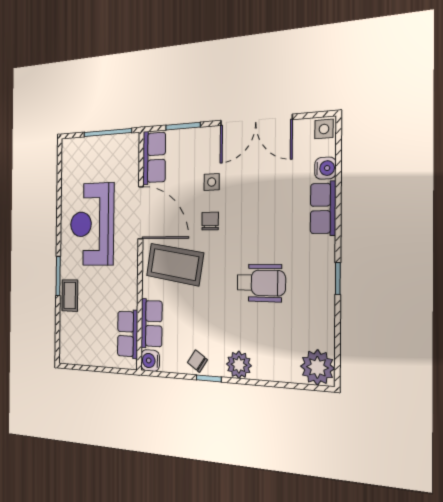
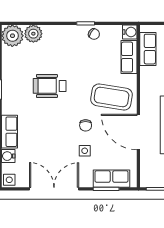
row of seats: (154, 158) -> (111, 179), moved, turned 90
plant: (239, 365) -> (33, 34), moved

